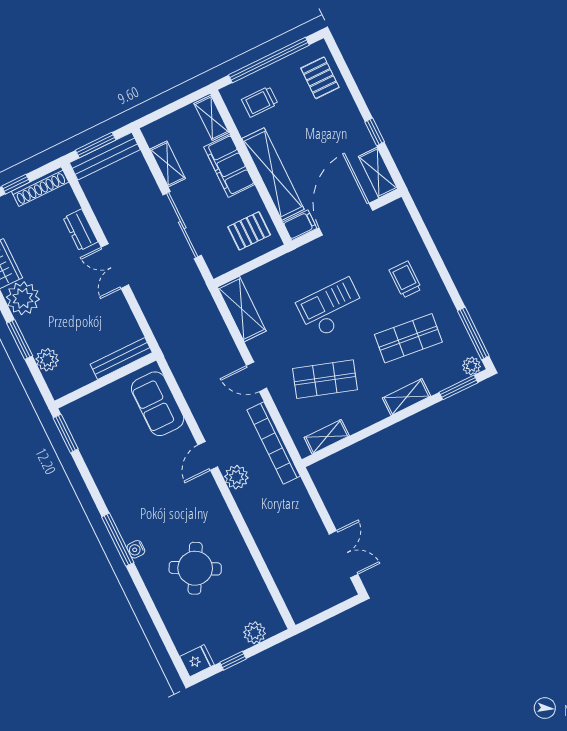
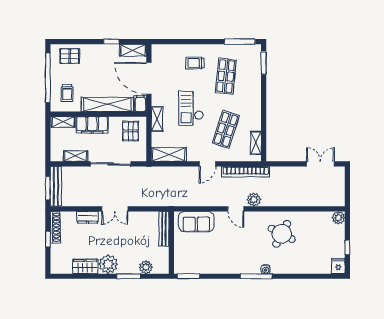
plant: (471, 366) -> (256, 51), removed
shelving: (406, 397) -> (157, 119), moved
round table: (195, 568) -> (282, 234), moved
plant: (255, 633) -> (338, 218), moved

